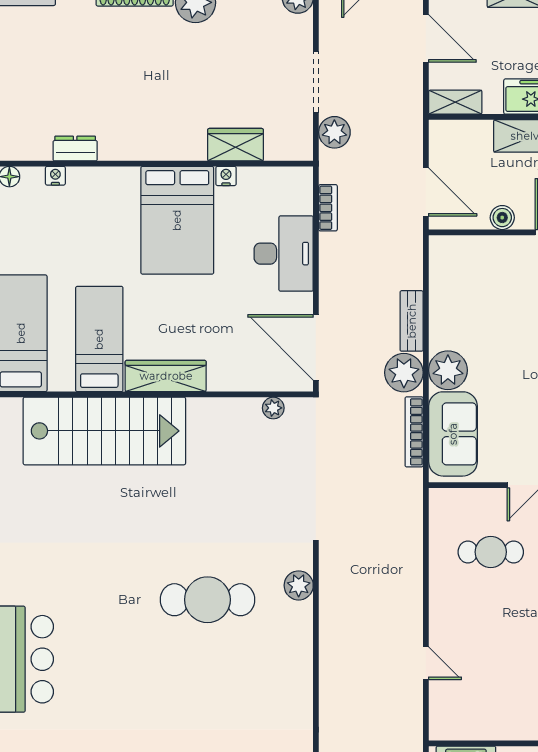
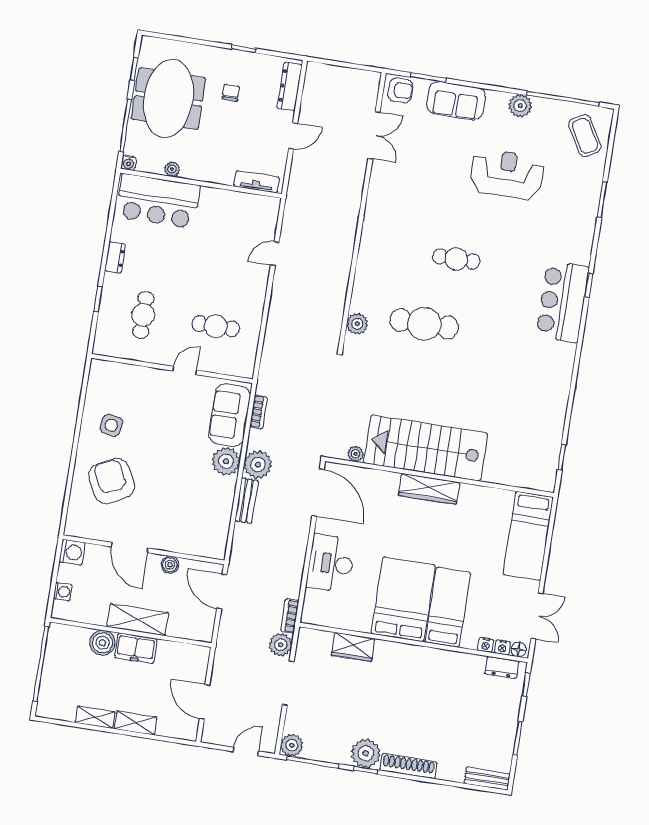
shelving: (455, 102) -> (191, 653), removed
dresser: (75, 148) -> (502, 667), moved
nightstand: (226, 176) -> (502, 647), moved
bookcase: (328, 208) -> (290, 616), moved
bed: (99, 339) -> (448, 607), moved, turned 180
stairs: (104, 431) -> (426, 448), moved
bookcase: (414, 432) -> (259, 412), width x0.64
door: (426, 663) -> (275, 254), hinge flipped
cafe table: (178, 695) -> (456, 259), added

